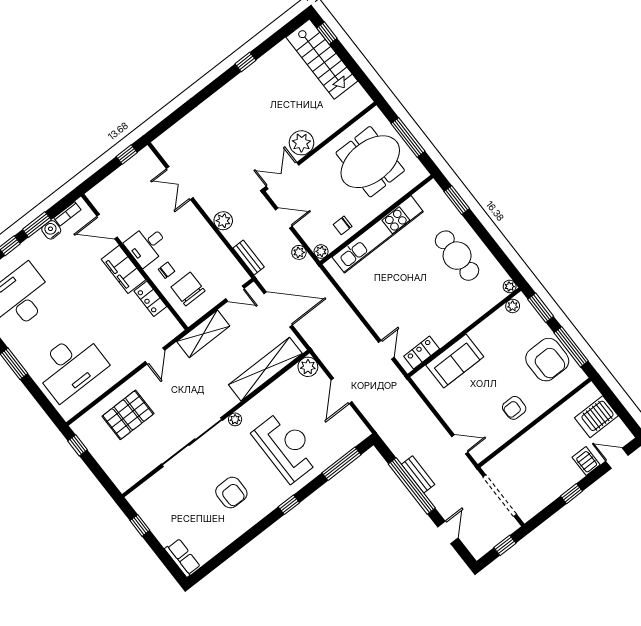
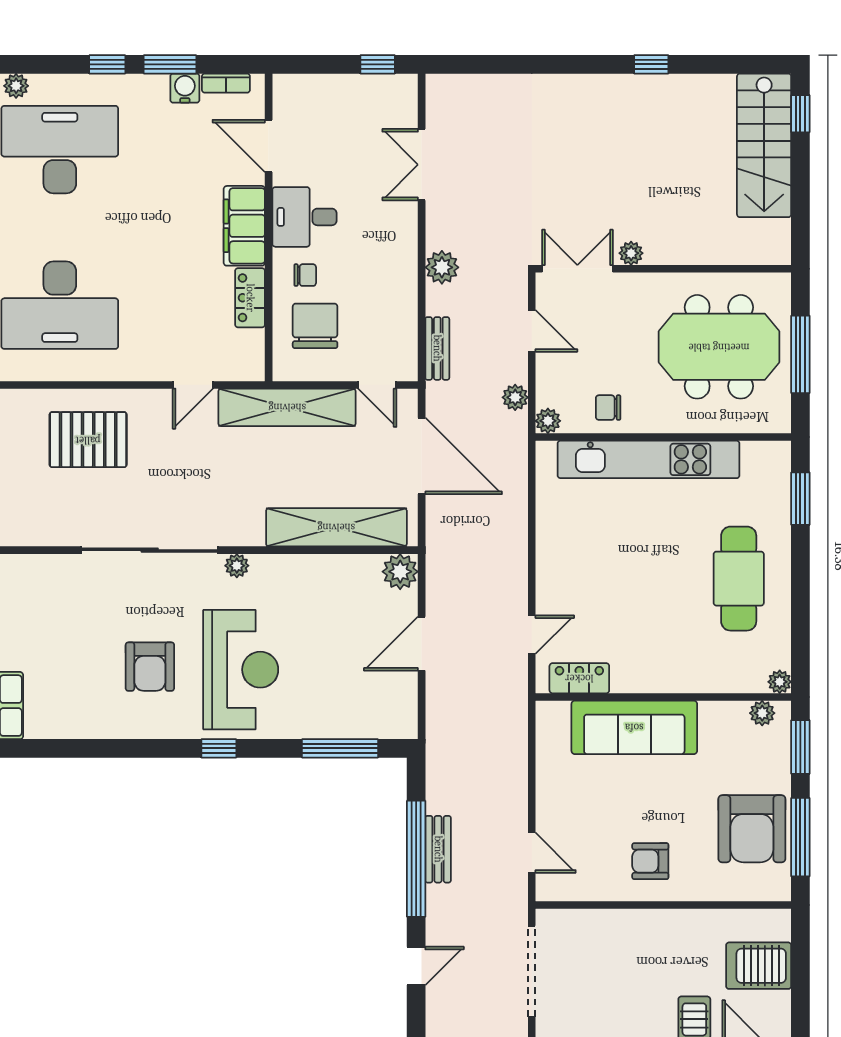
plant: (301, 143) -> (631, 253), width x0.53, depth x0.53
shelving: (203, 334) -> (287, 407), width x1.47
sofa: (455, 361) -> (634, 727), width x1.36
reception desk: (287, 446) -> (241, 670), moved

